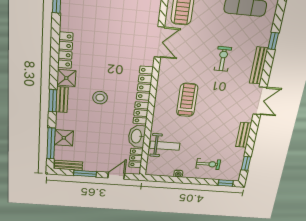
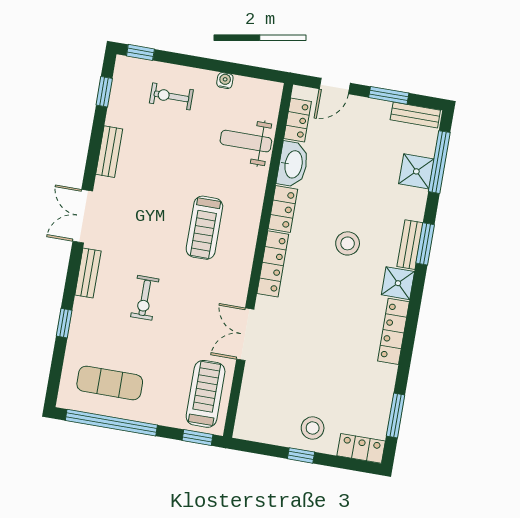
bench: (259, 66) -> (88, 273), width x0.73

